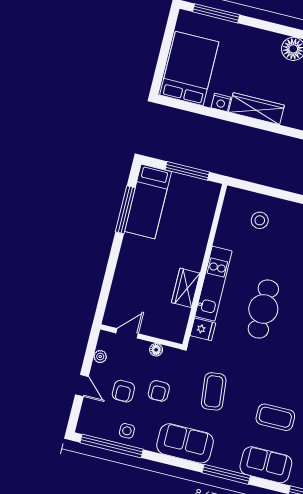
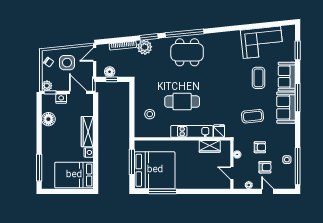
bed: (148, 201) -> (155, 170), width x2.04
wardrobe: (186, 288) -> (210, 146), moved
cafe table: (263, 309) -> (182, 102), moved
door: (82, 386) -> (268, 191), hinge flipped
sofa: (185, 443) -> (286, 108), moved

